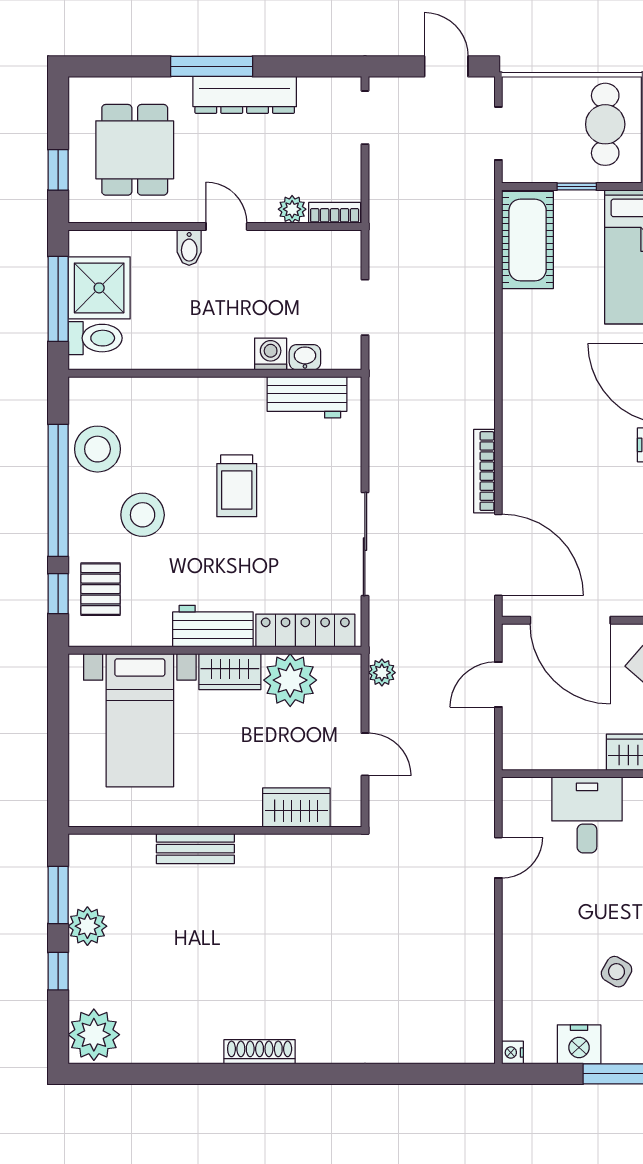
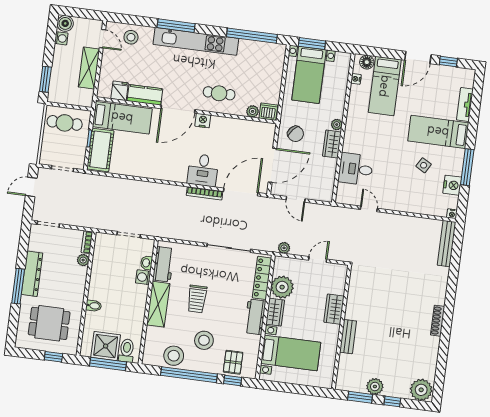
door: (226, 227) -> (87, 289), removed
cot: (528, 240) -> (100, 150), moved, turned 90
shelving: (212, 397) -> (158, 304), added
desk: (538, 460) -> (203, 170), added
trolley: (237, 486) -> (197, 299), turned 90
pallet: (101, 589) -> (233, 362), turned 90
wardrobe: (296, 807) -> (334, 309), moved
bench: (442, 1049) -> (447, 244), added

